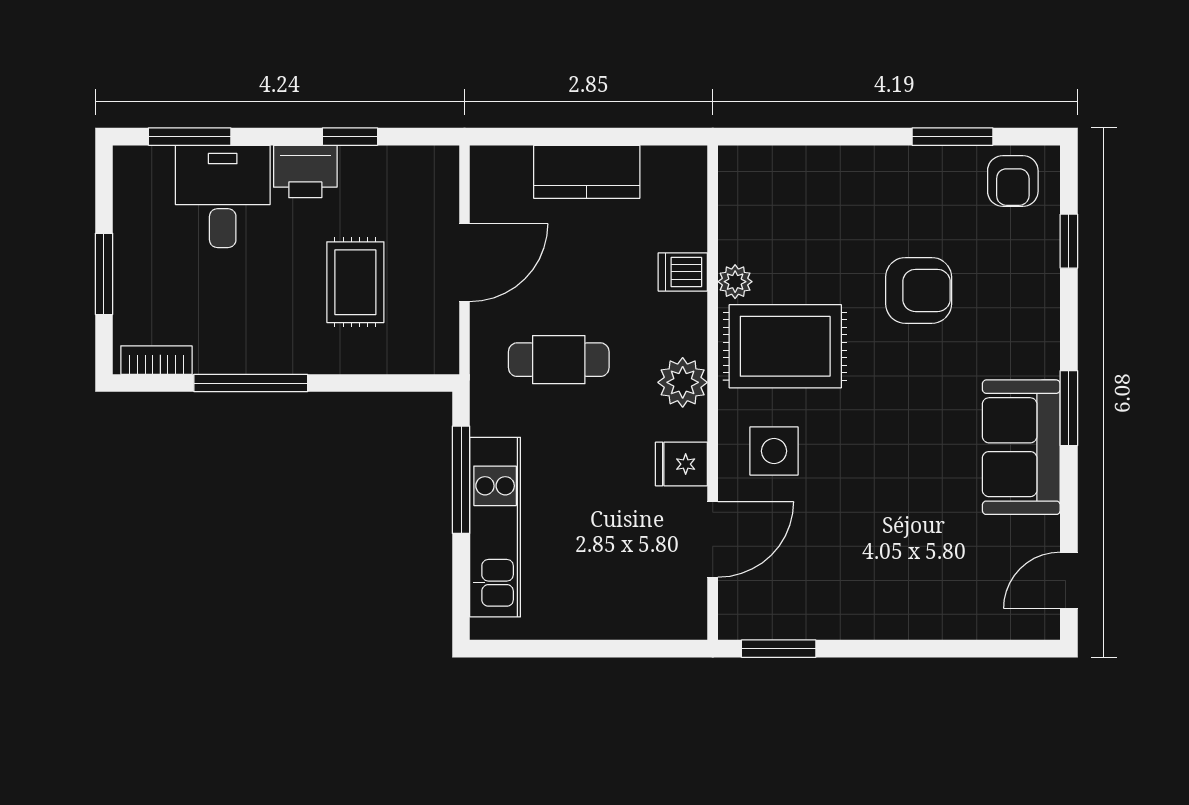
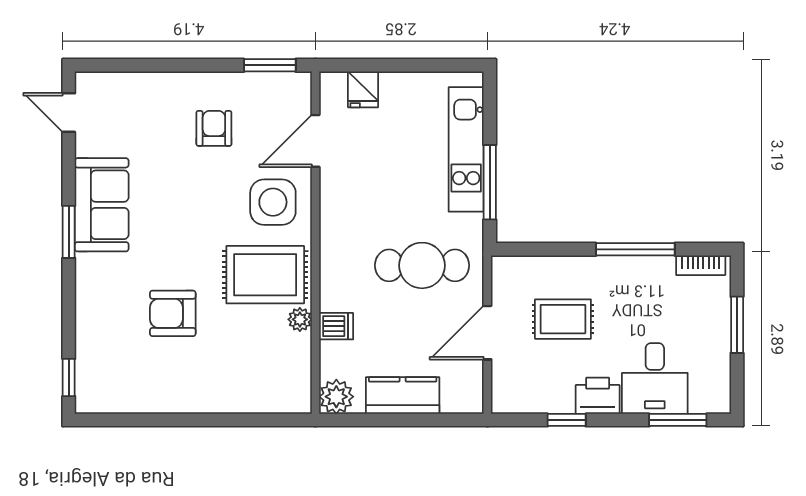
window: (953, 137) -> (149, 420), removed
armchair: (1013, 181) -> (214, 128), moved
window: (1069, 241) -> (69, 378), moved
rug: (355, 282) -> (563, 319), turned 90
cafe table: (559, 360) -> (422, 265), width x1.37, depth x1.35
plant: (683, 382) -> (336, 397), moved
side table: (774, 451) -> (273, 202), width x1.37, depth x1.37
fridge: (681, 464) -> (363, 89), moved, turned 90
door: (1069, 580) -> (69, 113), swing flipped

